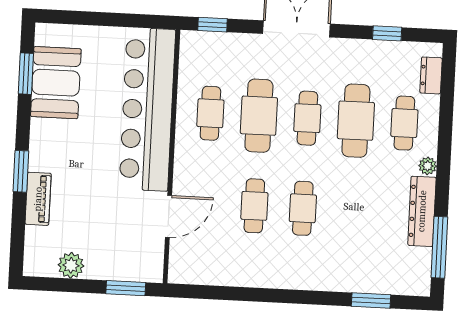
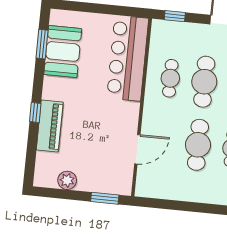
bar counter: (147, 109) -> (128, 58), width x0.73
window: (21, 171) -> (35, 113), width x0.67
piano: (38, 199) -> (50, 126), width x1.37, depth x1.33
cafe table: (254, 206) -> (198, 145), width x1.37, depth x1.35

